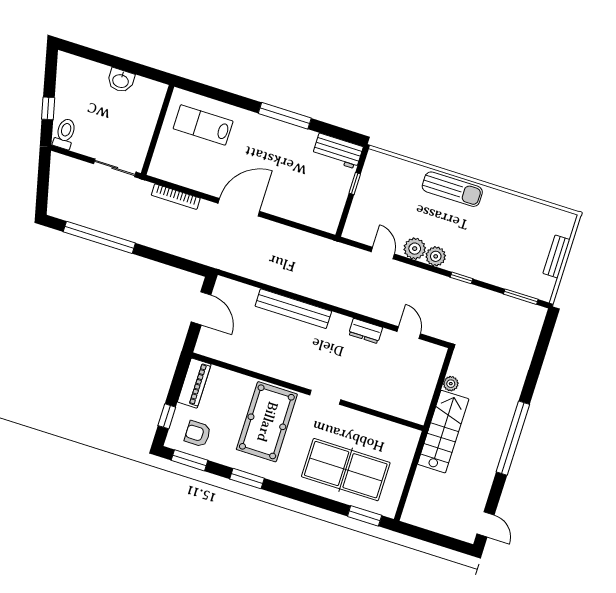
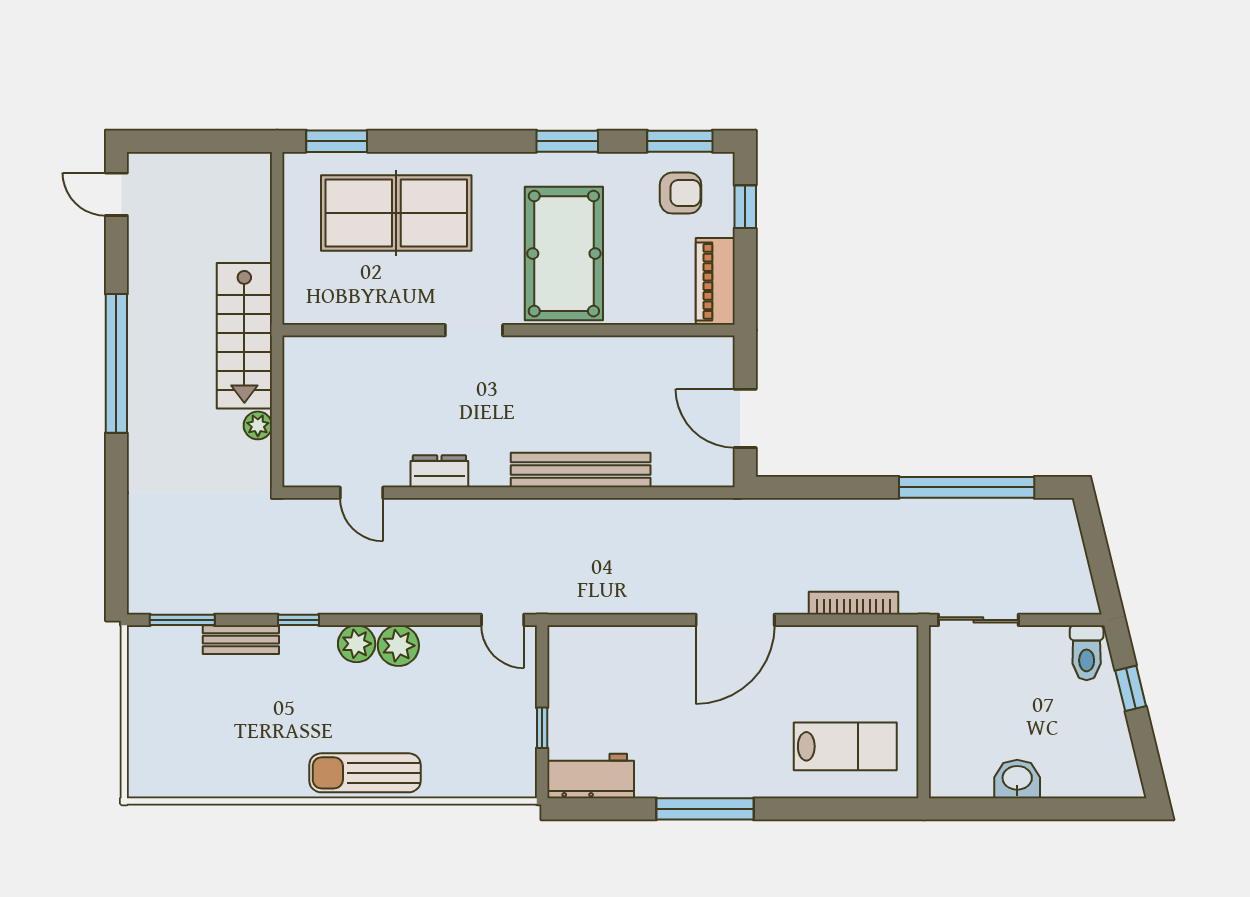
door: (383, 253) -> (503, 620), moved
bench: (556, 256) -> (241, 640), moved, turned 90

